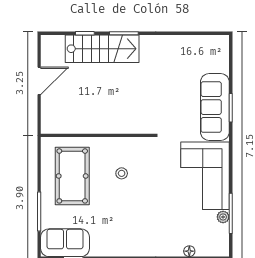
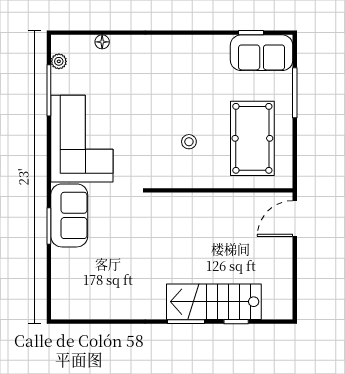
door: (39, 81) -> (295, 219), moved
sofa: (215, 107) -> (69, 215), width x0.73
plant: (223, 217) -> (59, 61), moved

